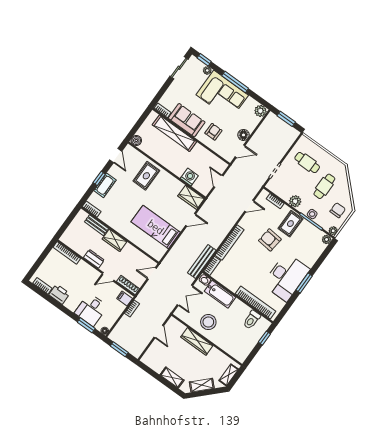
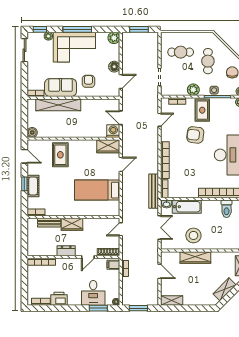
washing machine: (189, 177) -> (113, 131), moved
shelving: (172, 378) -> (172, 300), moved

